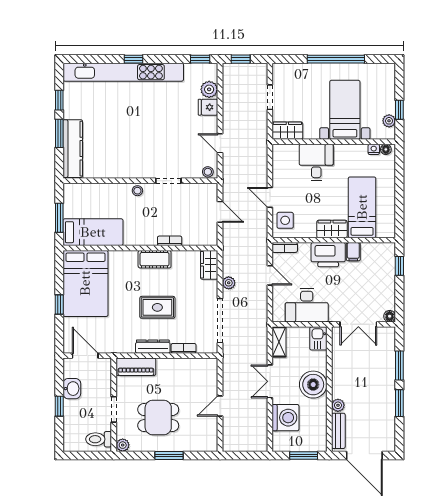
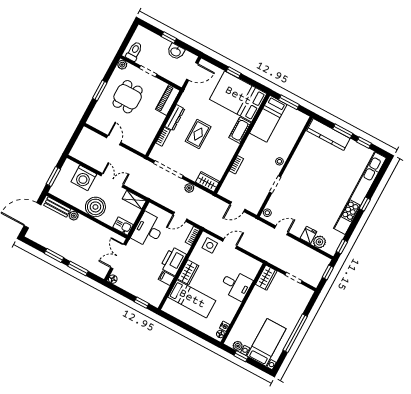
bed with nightstands: (345, 110) -> (266, 342), moved, turned -90
cot: (155, 259) -> (240, 130), moved

